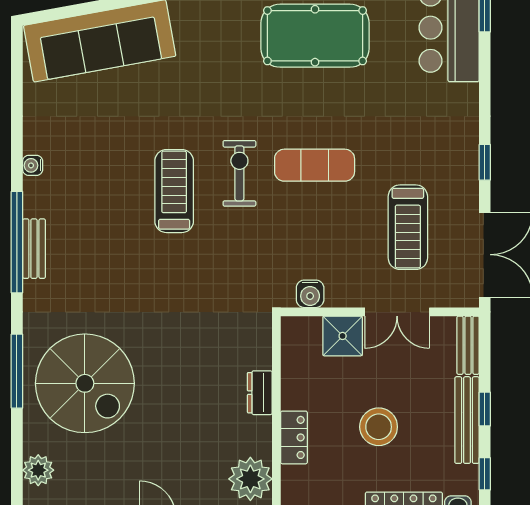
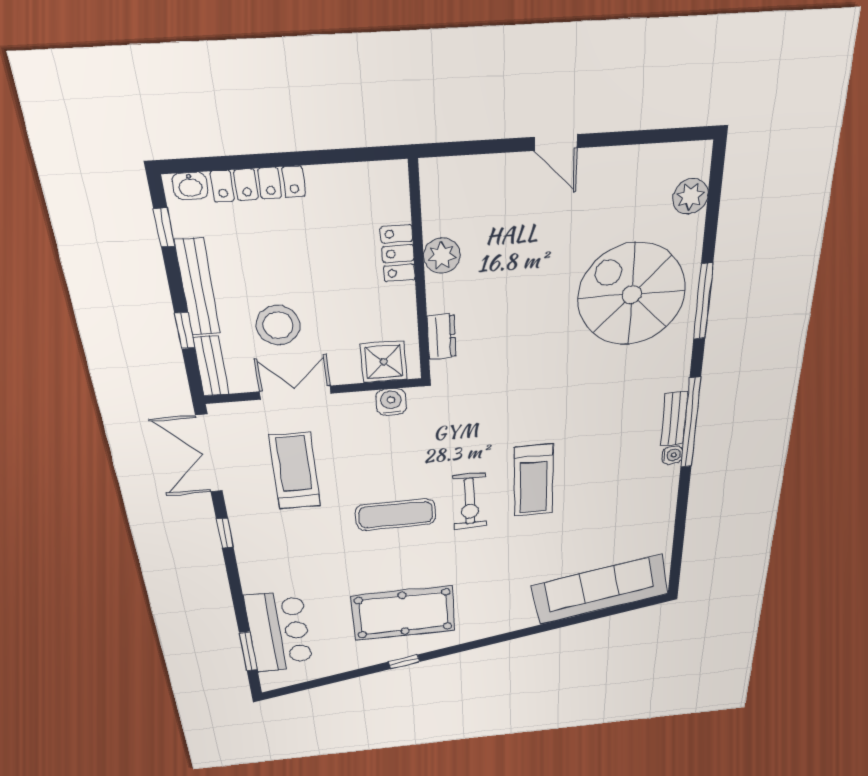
water cooler: (33, 165) -> (672, 455), moved
shower: (343, 336) -> (384, 362), moved
dresser: (260, 393) -> (442, 337), moved
window: (485, 409) -> (185, 331), moved
stool: (379, 427) -> (278, 325), moved
plant: (250, 479) -> (442, 256), moved, width x0.73, depth x0.73

